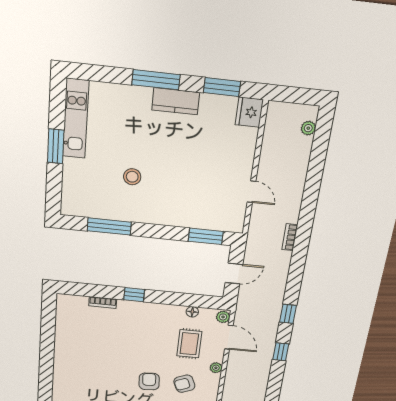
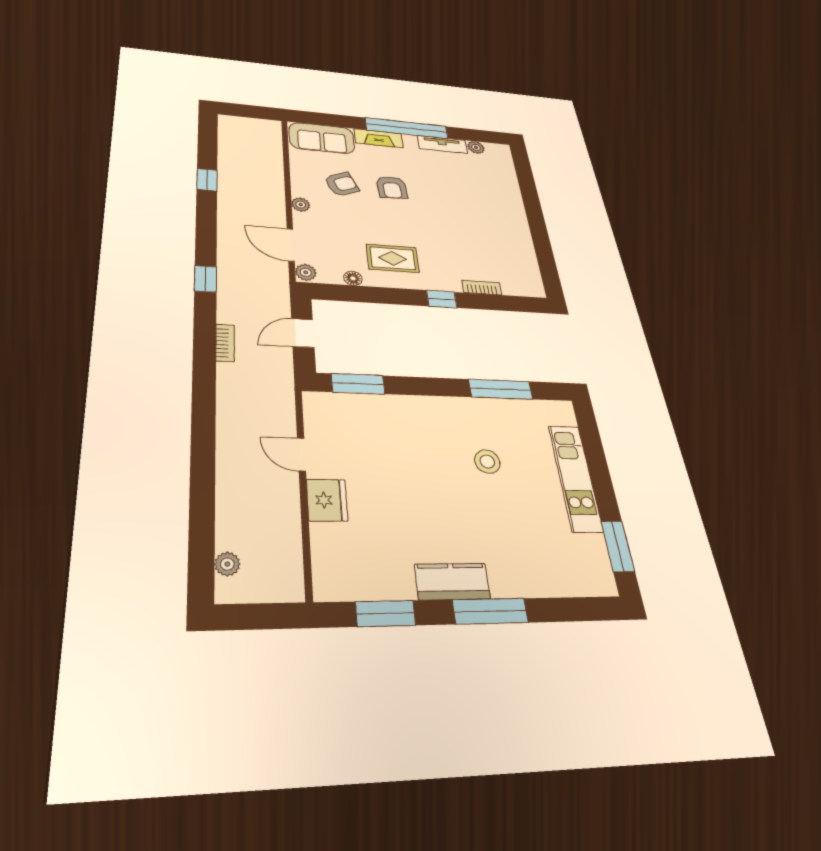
fridge: (249, 112) -> (327, 500), moved
kitchen unit: (76, 119) -> (575, 478), moved
window: (56, 146) -> (618, 546), moved
bookcase: (290, 237) -> (225, 343), moved
rug: (189, 344) -> (393, 258), moved, turned 90
window: (281, 352) -> (207, 180), moved

